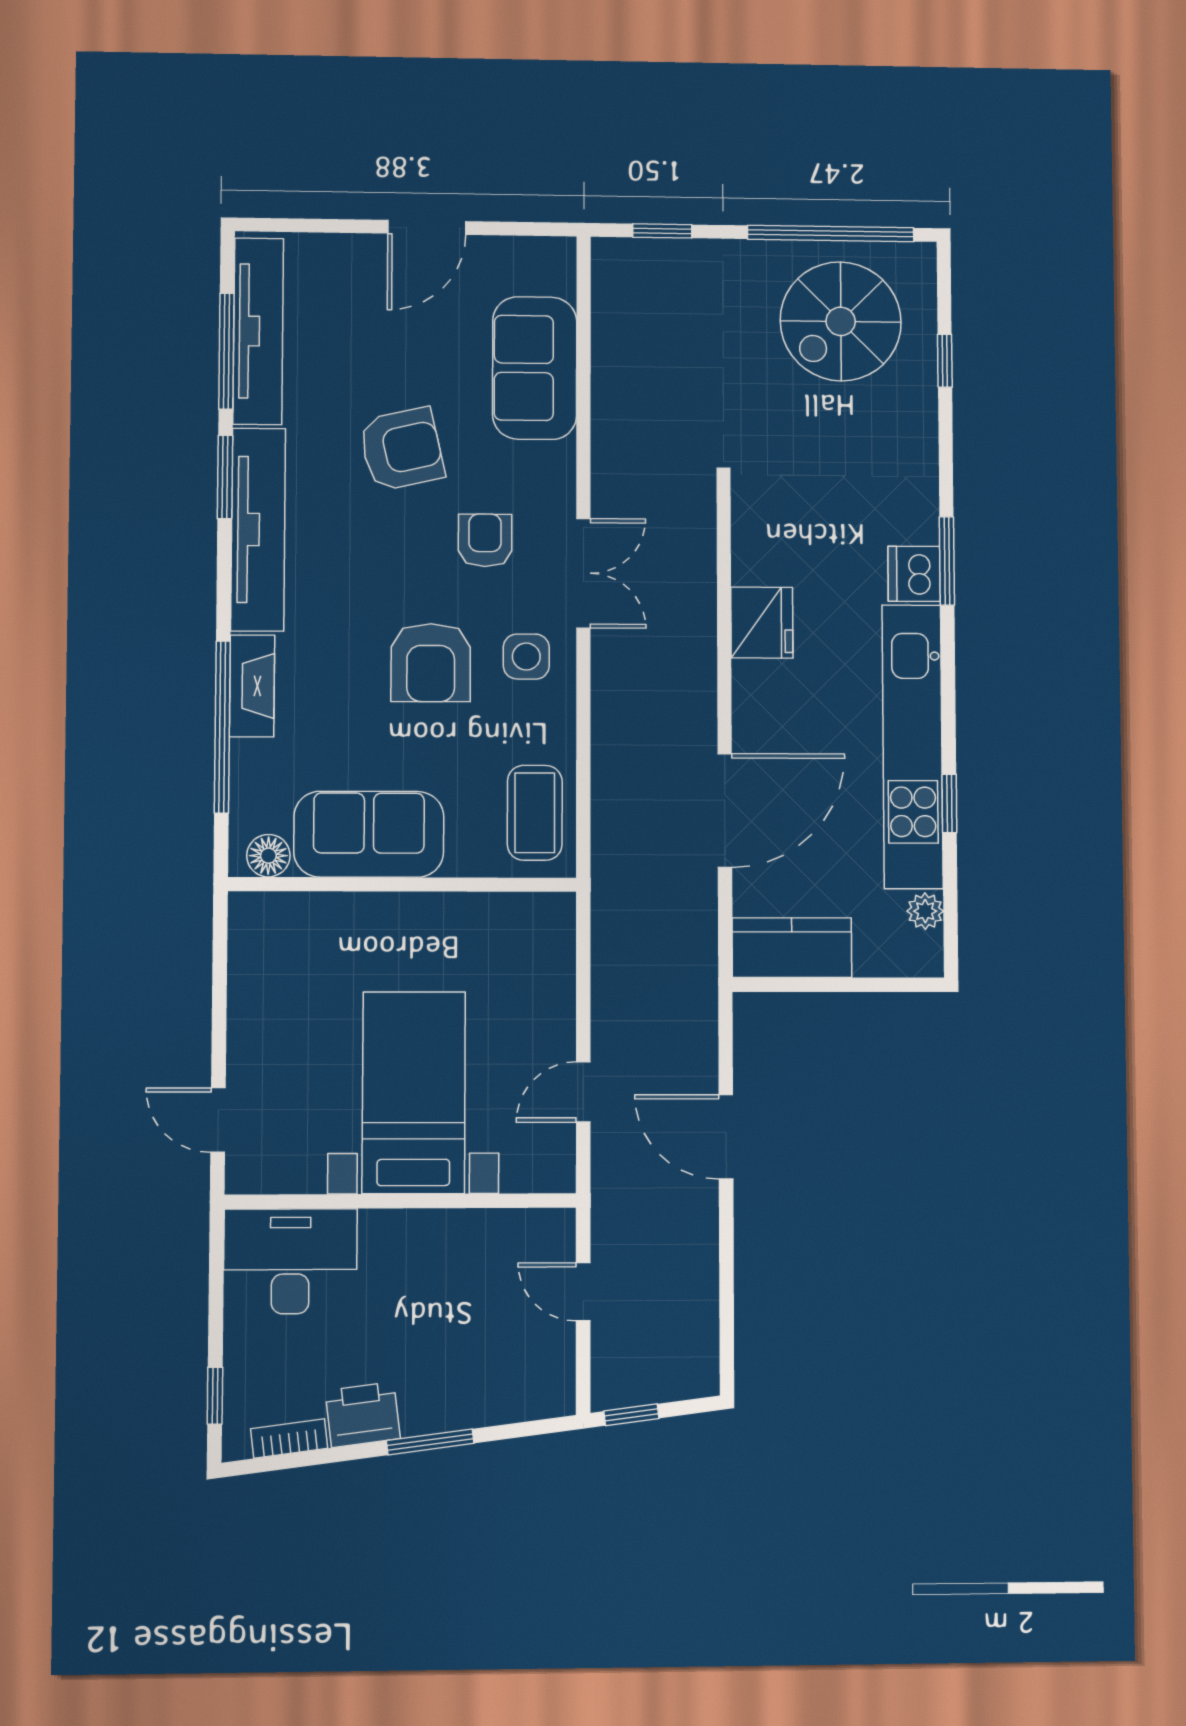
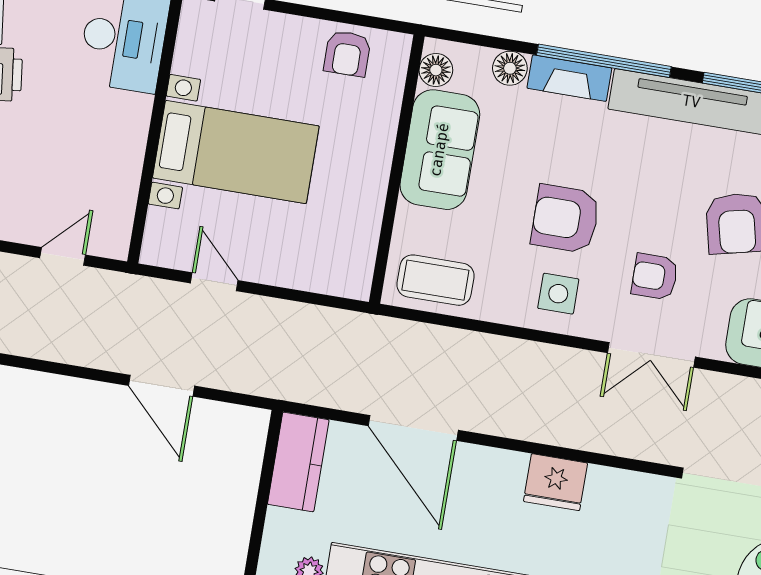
armchair: (485, 540) -> (655, 277), turned 180
double door: (583, 573) -> (651, 355), moved
window: (222, 727) -> (604, 61), moved
floor lamp: (251, 763) -> (510, 68), added
armchair: (265, 972) -> (347, 54), added
door: (726, 1137) -> (161, 386), swing flipped

